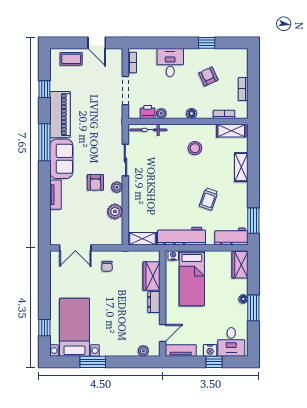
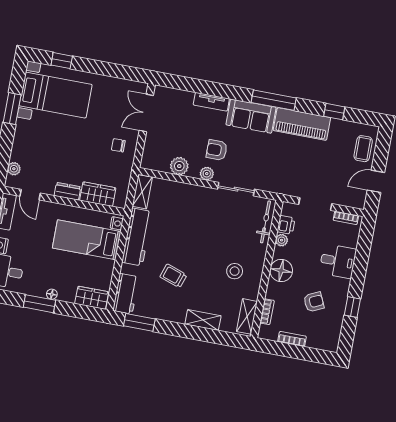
floor lamp: (192, 113) -> (281, 270), width x1.89, depth x1.89

